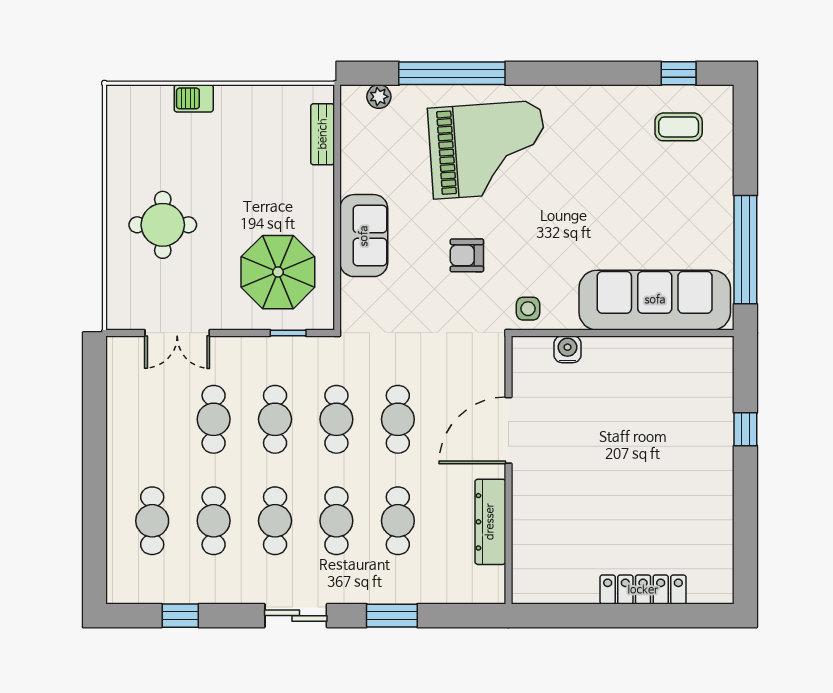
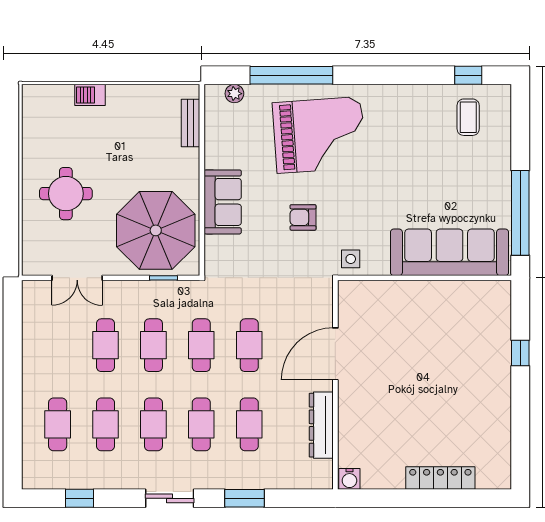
coffee table: (679, 127) -> (468, 117), turned 90
parasol: (278, 272) -> (156, 230), width x1.36, depth x1.36
water cooler: (568, 349) -> (349, 479), moved, turned 180

